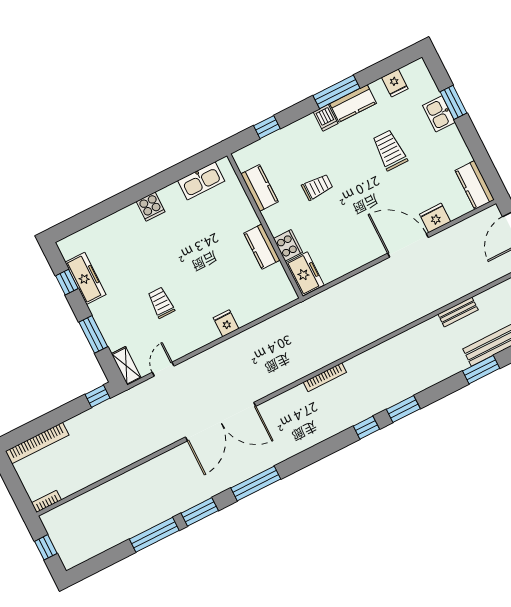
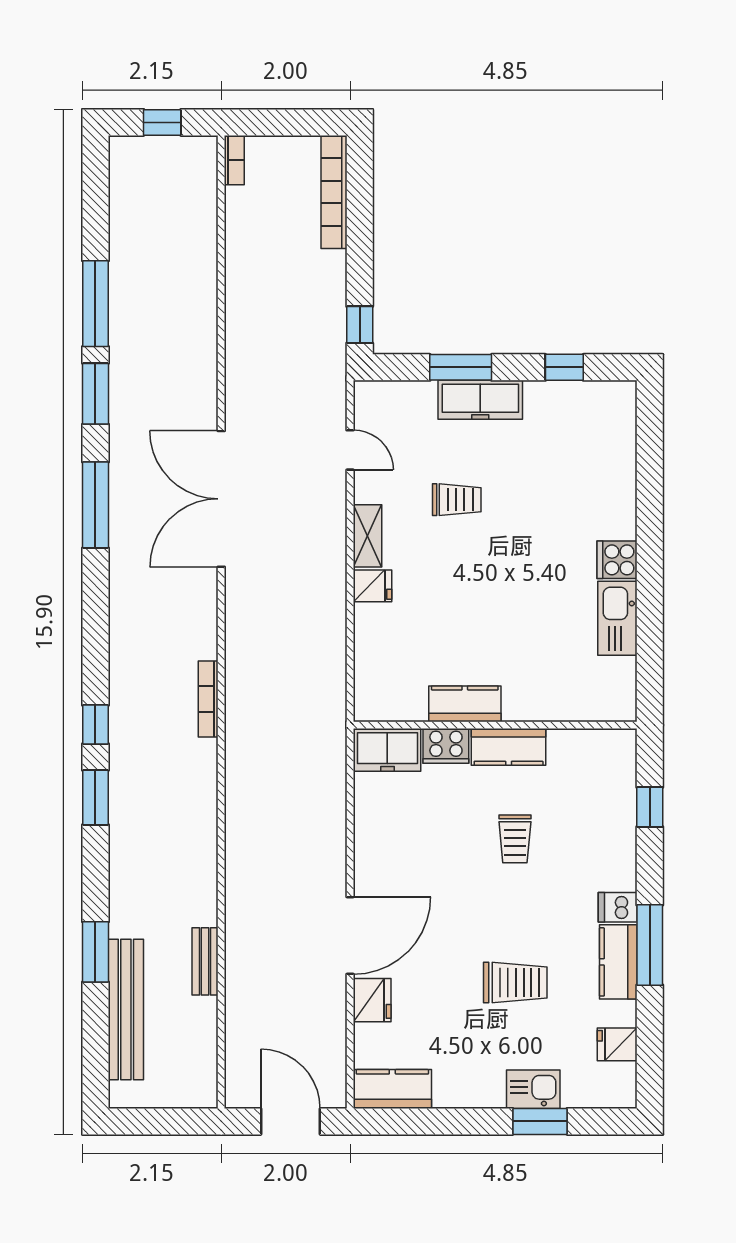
kitchen sink: (201, 181) -> (617, 618), moved
kitchen counter: (260, 188) -> (509, 747), moved
freezer: (86, 278) -> (480, 400), moved
shelving: (126, 366) -> (367, 536), moved, turned 90

